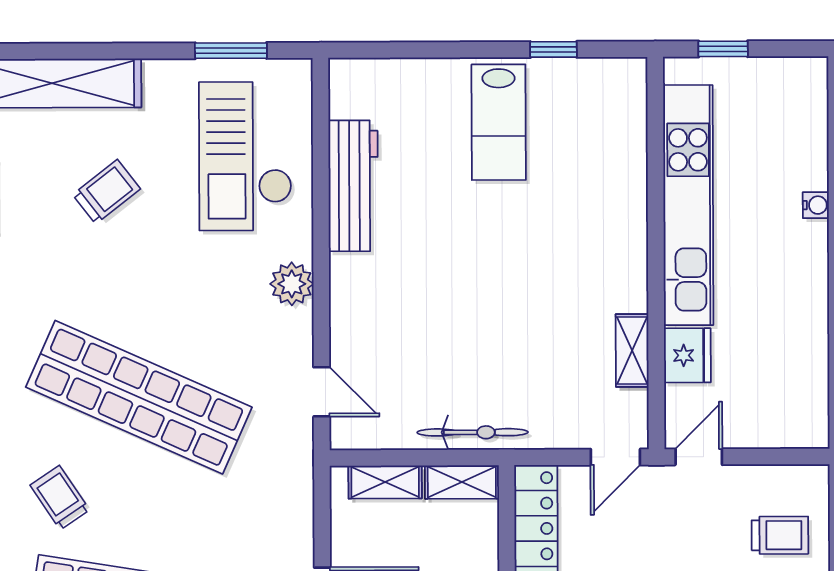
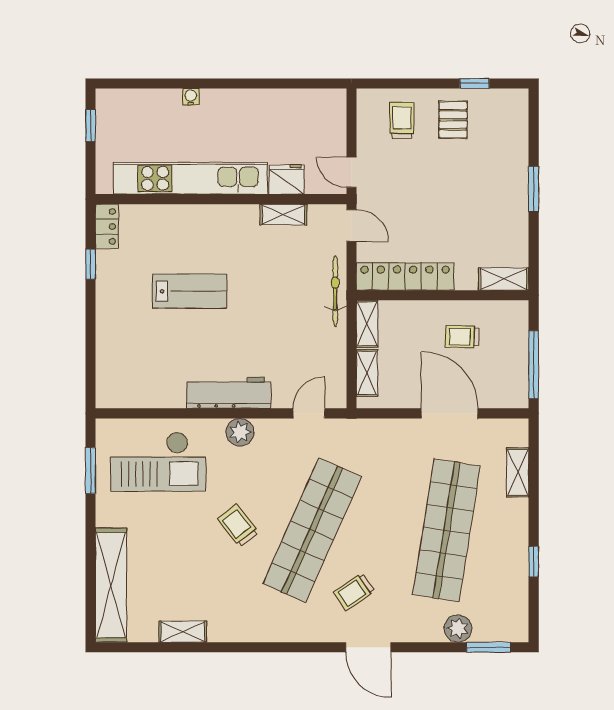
window: (723, 49) -> (91, 126), moved
locker: (613, 75) -> (107, 226), added
lab bench: (499, 122) -> (190, 291), moved
workbench: (353, 186) -> (229, 393), moved
trolley: (106, 192) -> (238, 526), moved
bicycle: (473, 432) -> (335, 291), moved
trolley: (60, 498) -> (354, 592), moved

